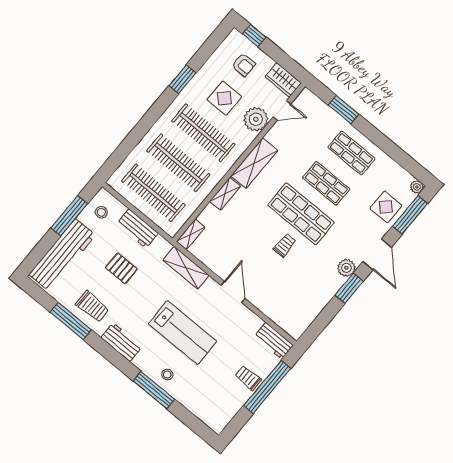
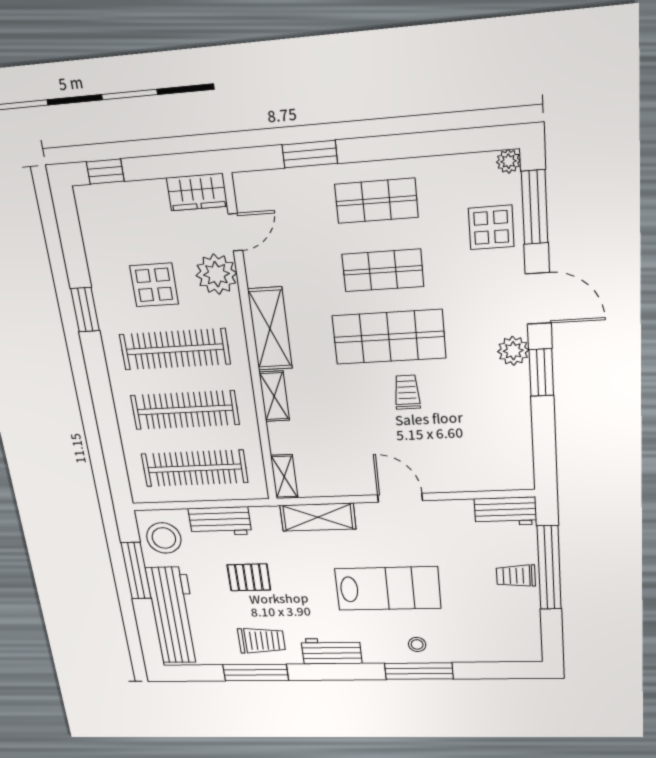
armchair: (244, 65) -> (132, 222), removed
stool: (101, 212) -> (164, 538), width x1.89, depth x1.89

